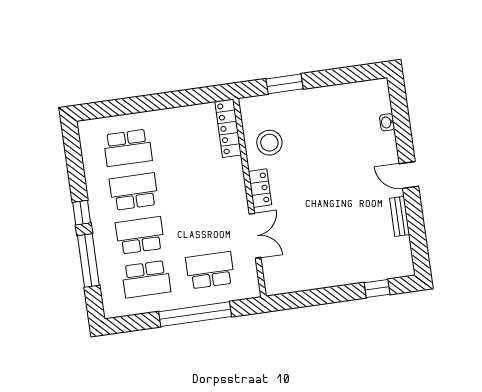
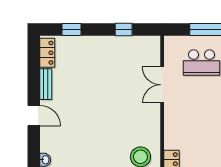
locker: (260, 188) -> (47, 53), moved, turned 180
window: (312, 298) -> (124, 30), added

